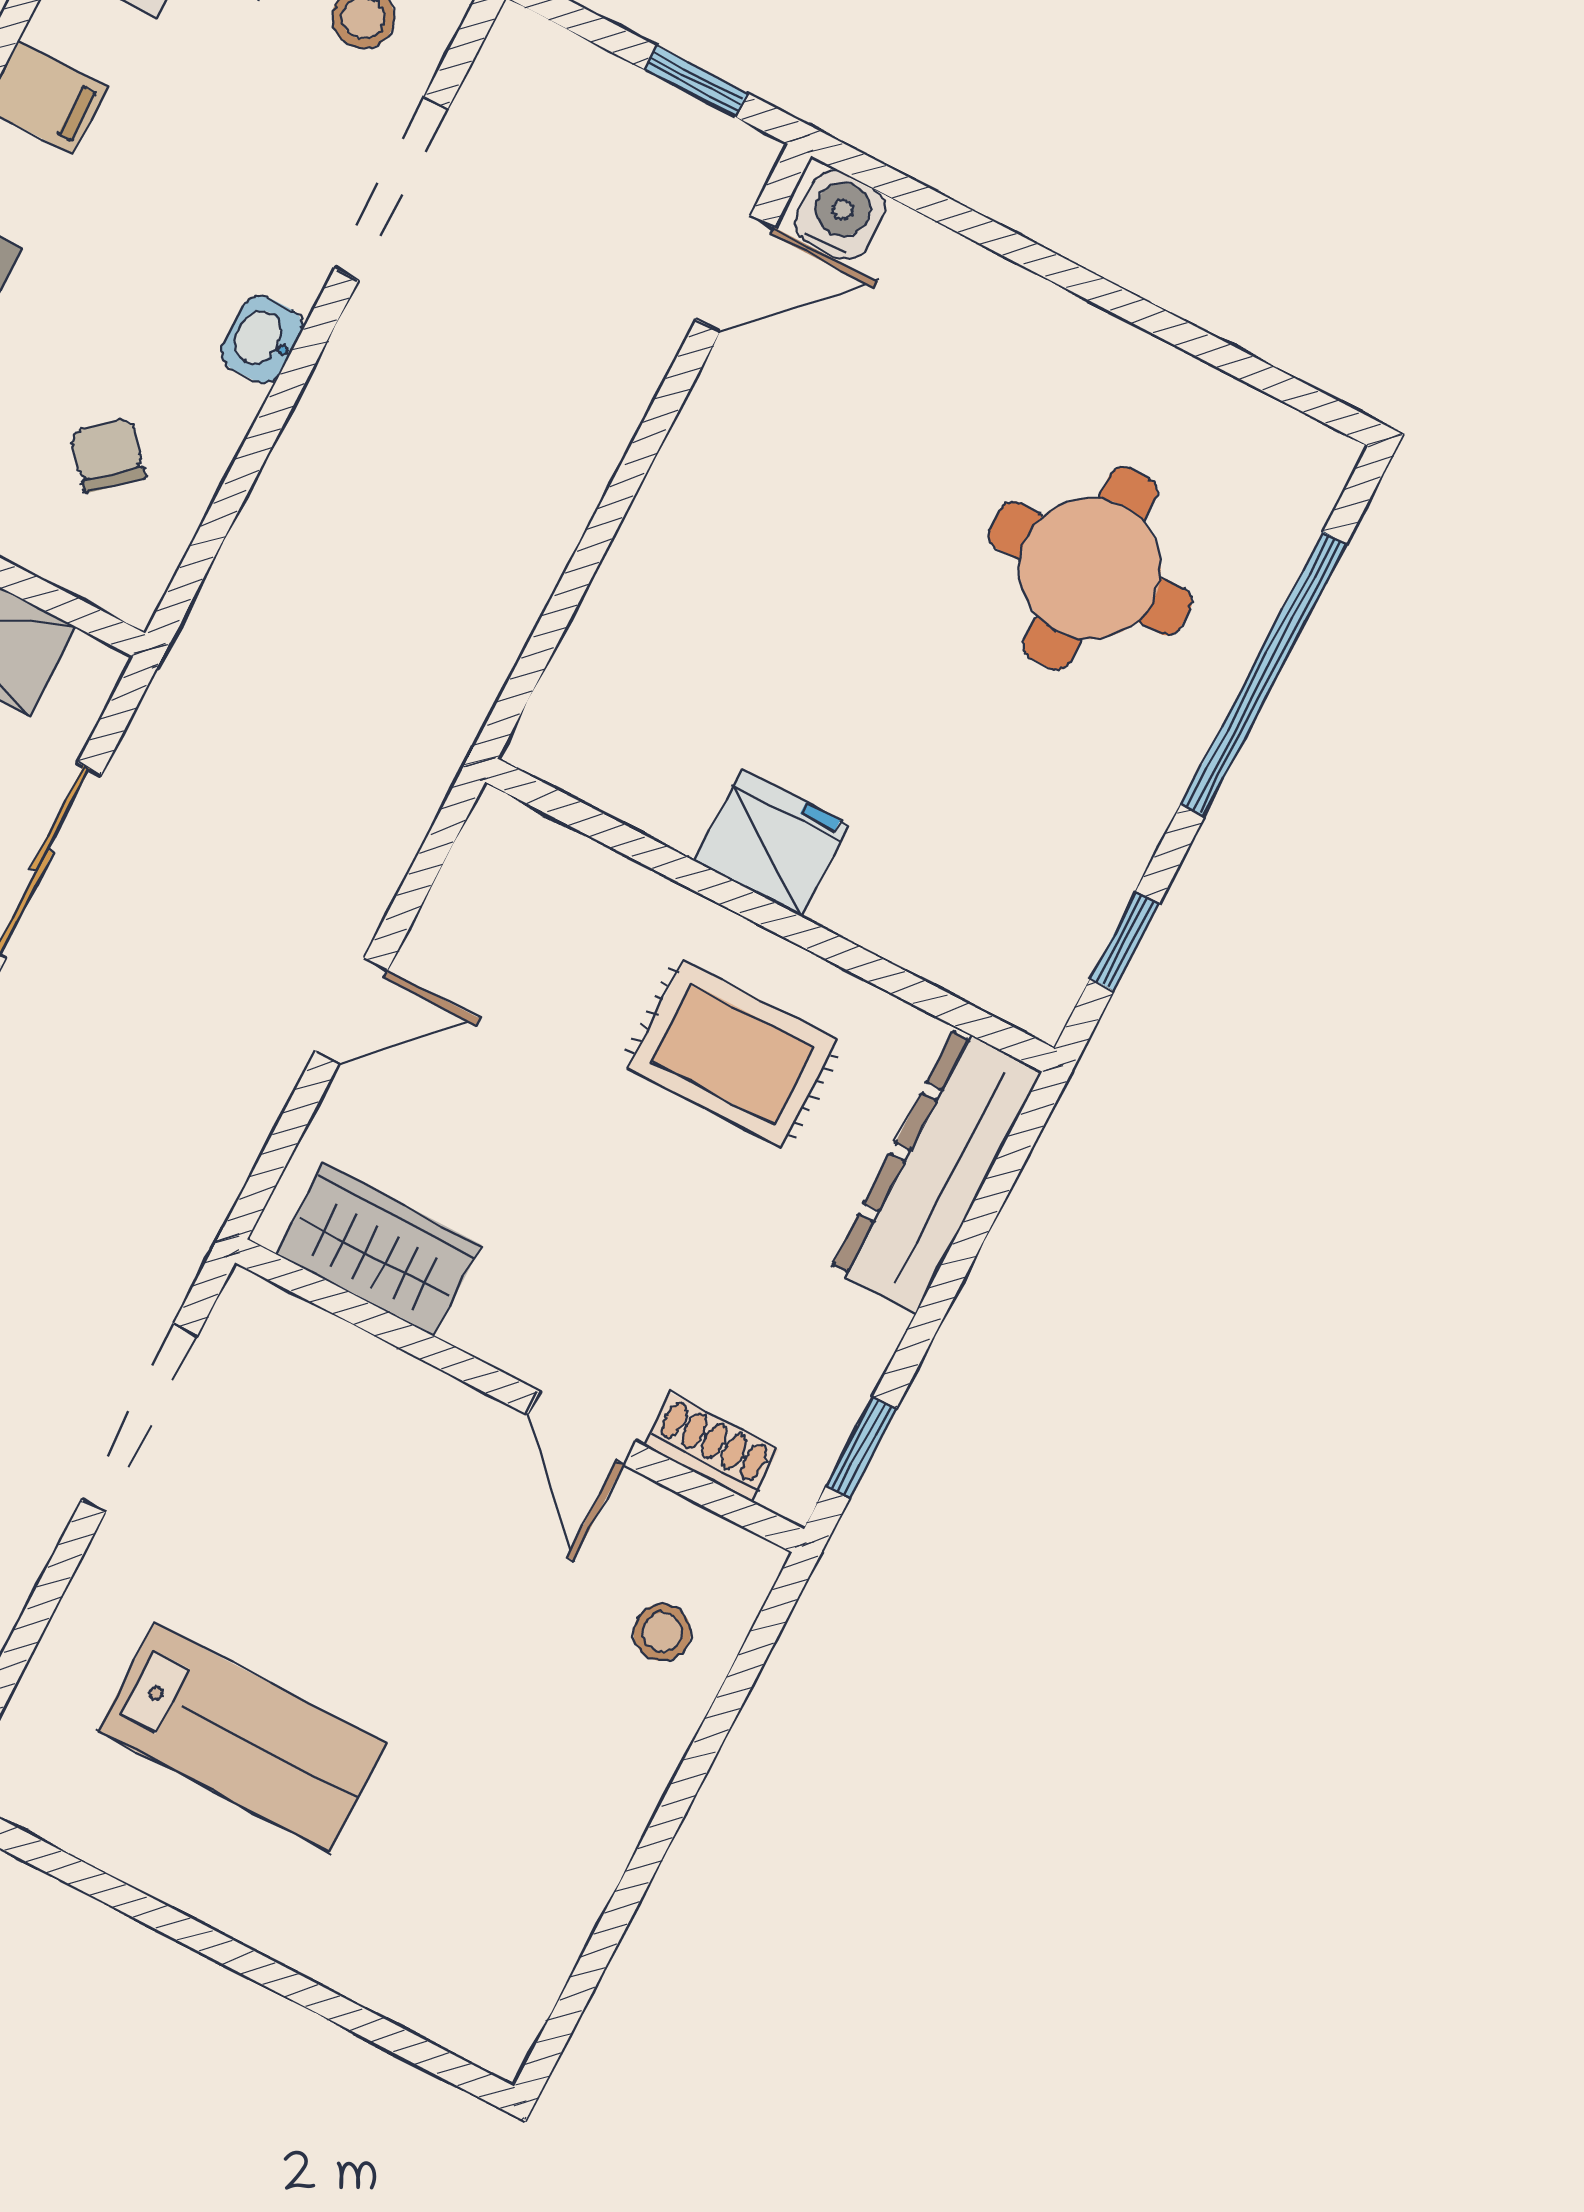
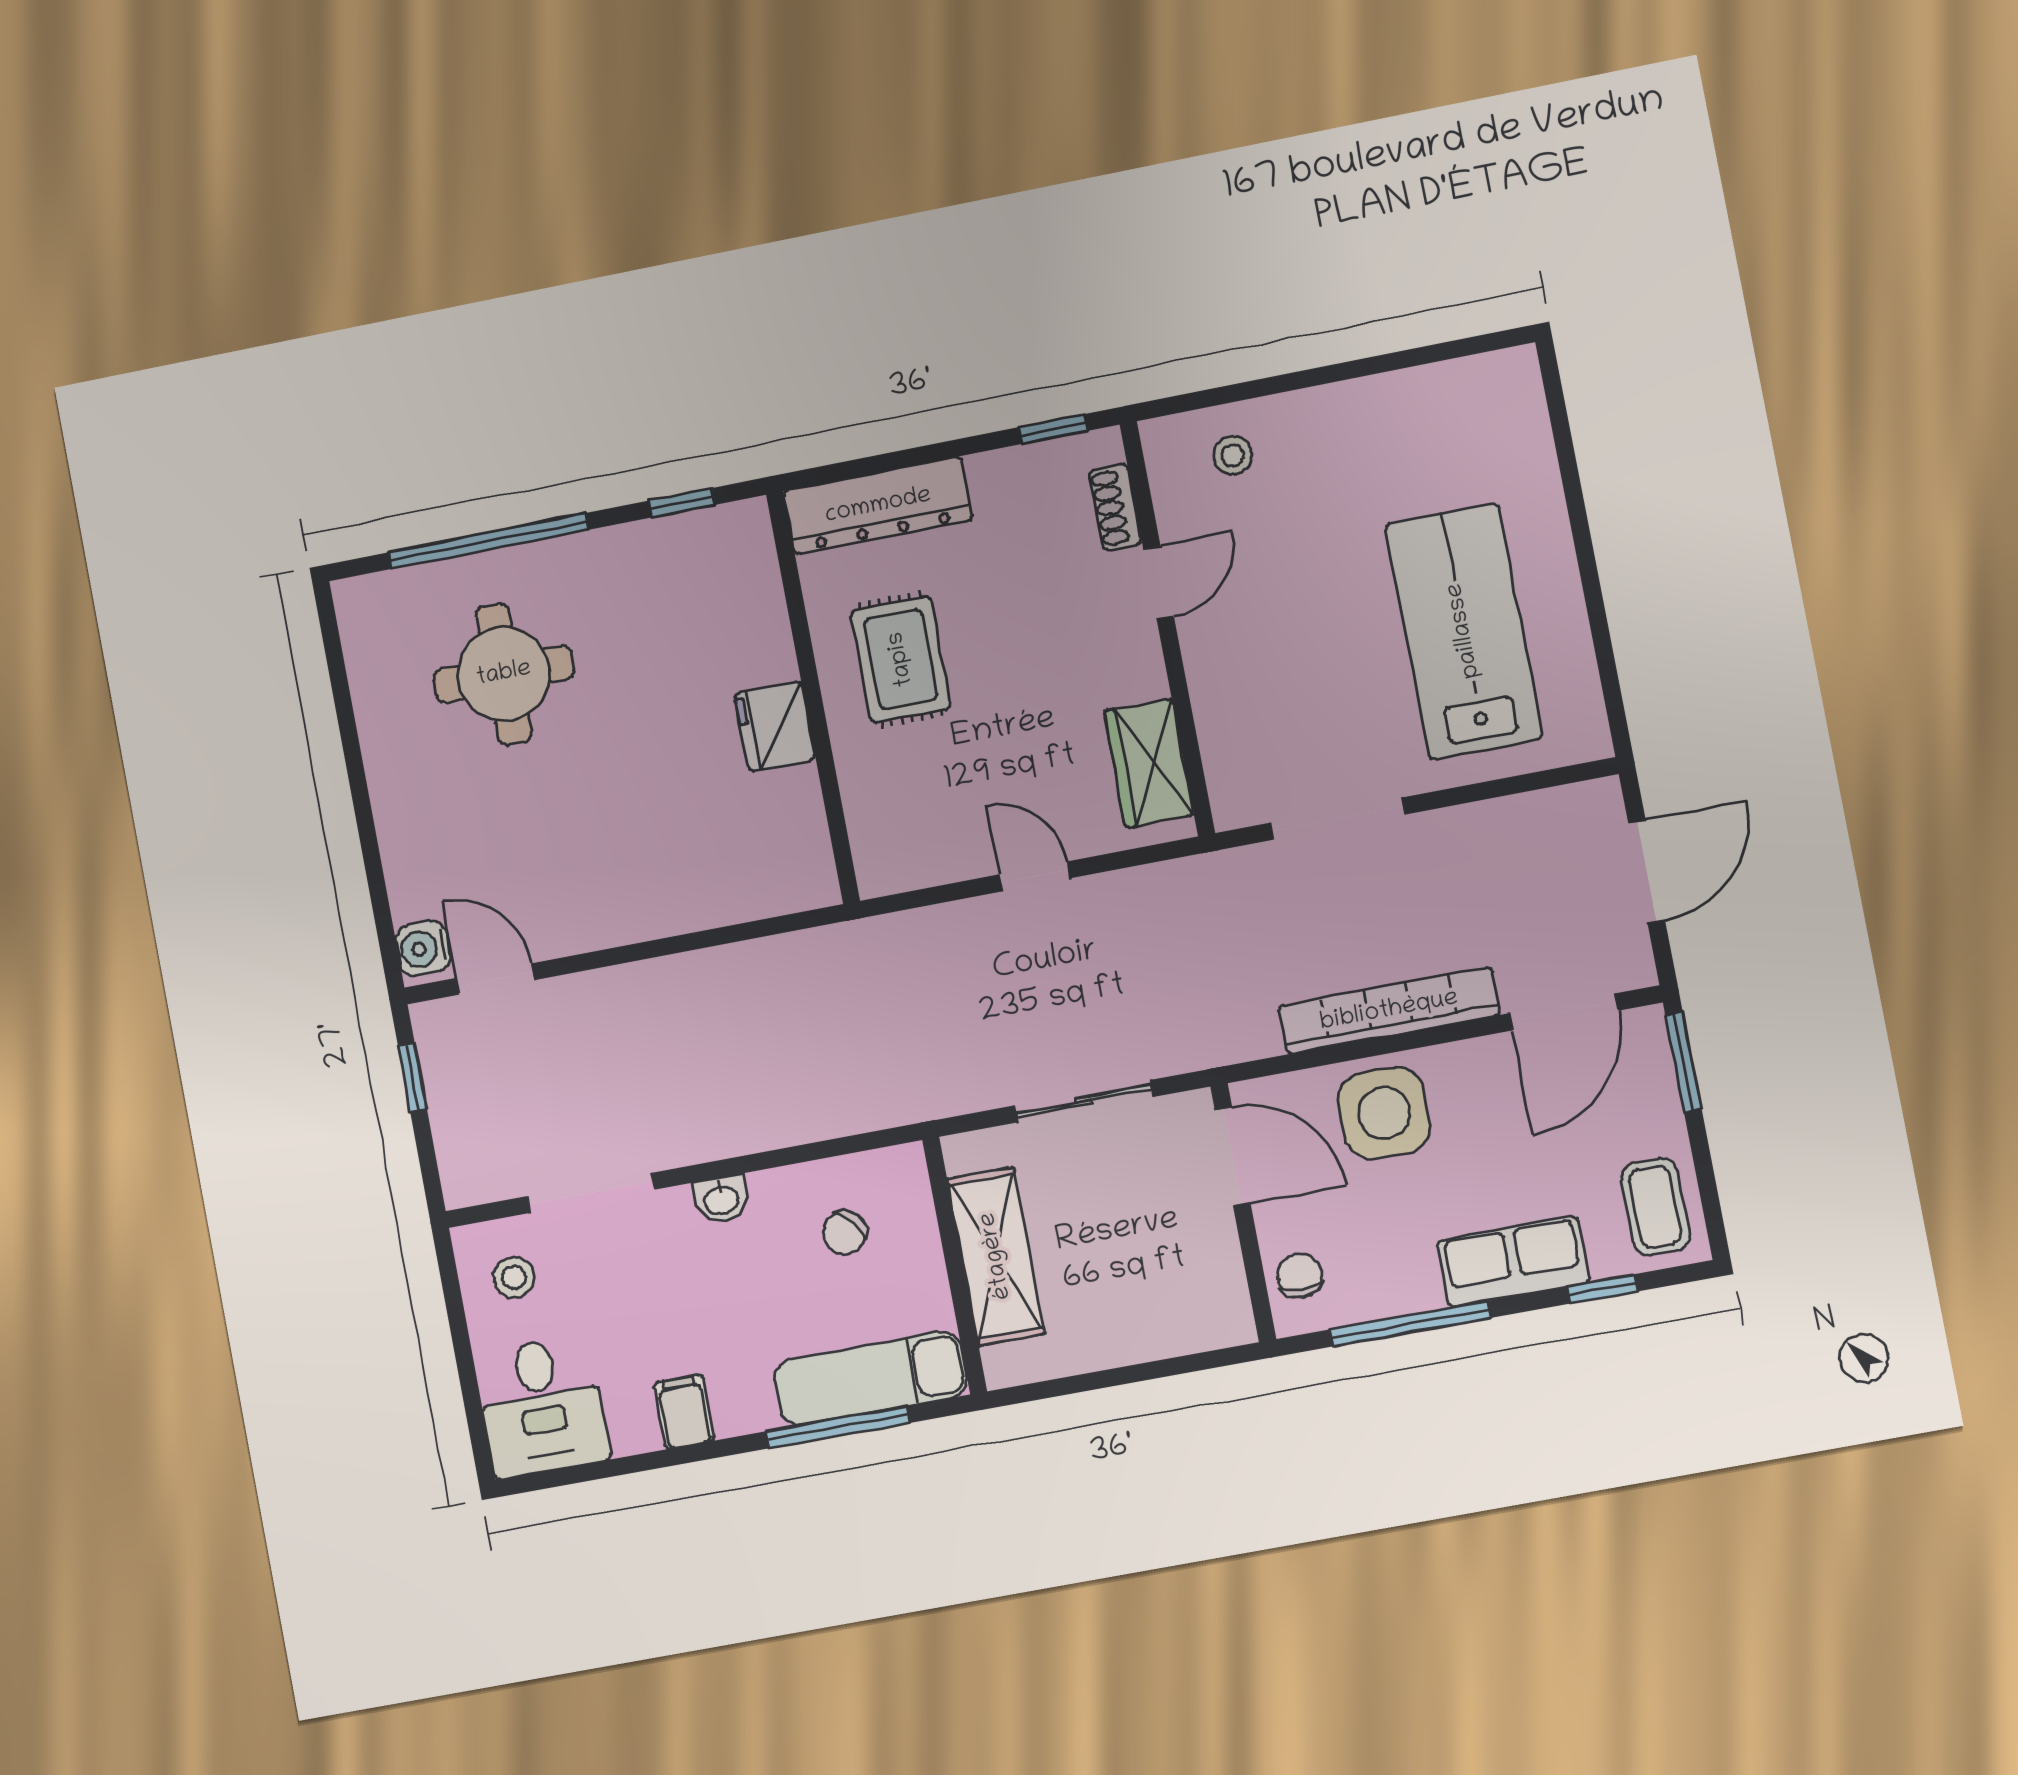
lab bench: (242, 1738) -> (1464, 631), width x1.36, depth x1.39

